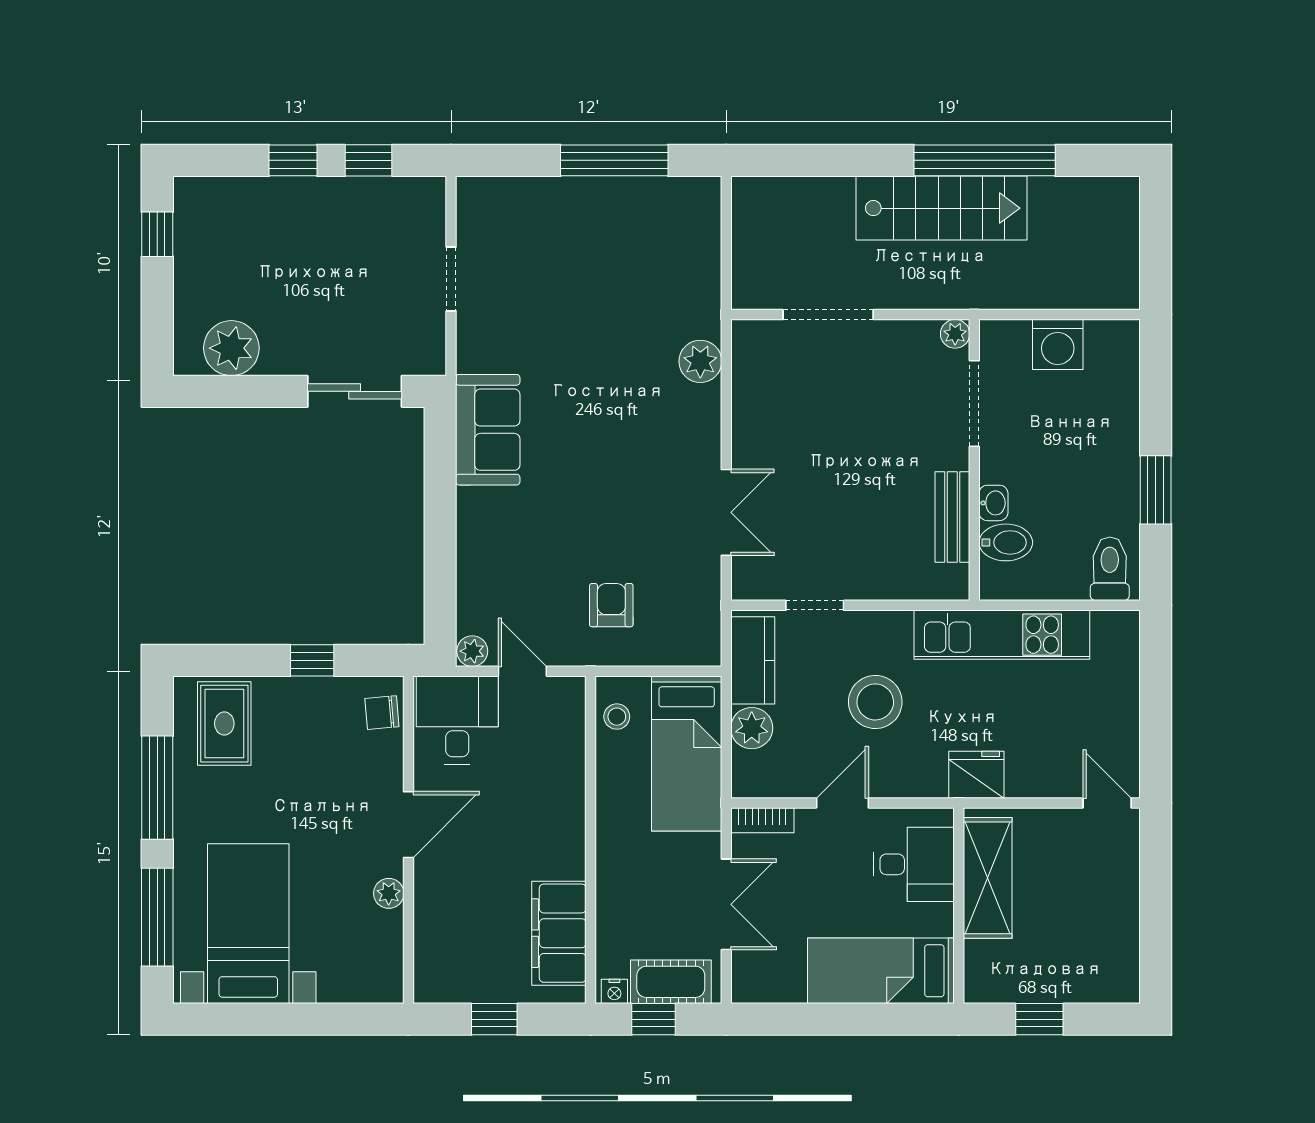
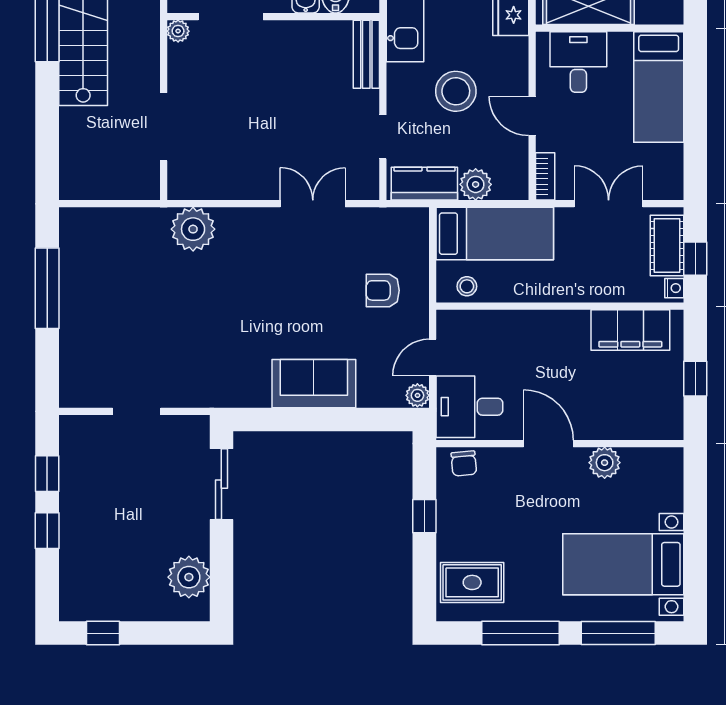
plant: (700, 361) -> (193, 229), width x1.36, depth x1.36
sofa: (488, 430) -> (314, 384), moved
bench: (952, 517) -> (366, 54), moved, turned 90
plant: (389, 893) -> (605, 463), width x1.38, depth x1.38

